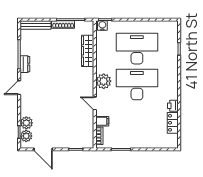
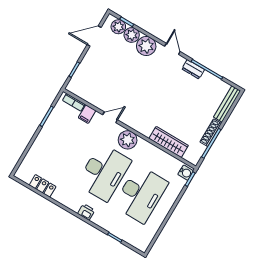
printer: (173, 106) -> (86, 212), moved
plant: (28, 108) -> (146, 46), added

